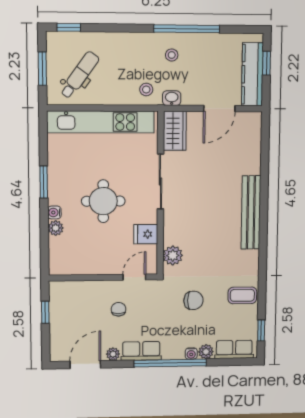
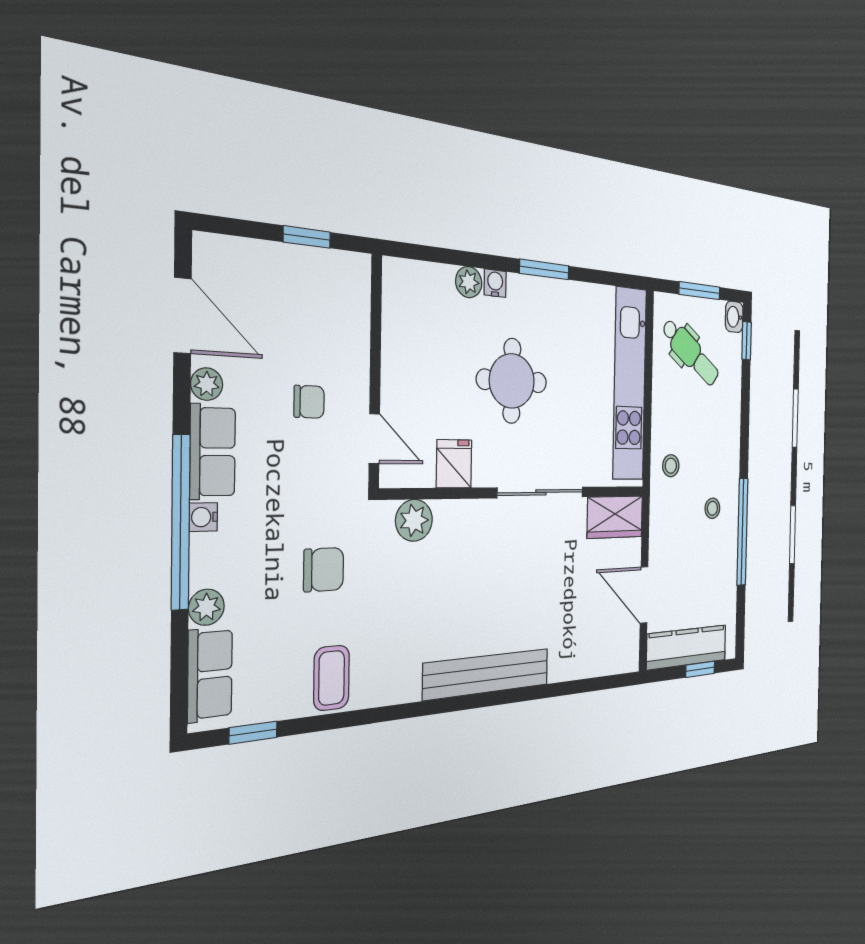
washbasin: (172, 98) -> (734, 317), moved, turned 180
chair: (193, 300) -> (324, 570), turned -90
water cooler: (191, 354) -> (203, 517), moved

